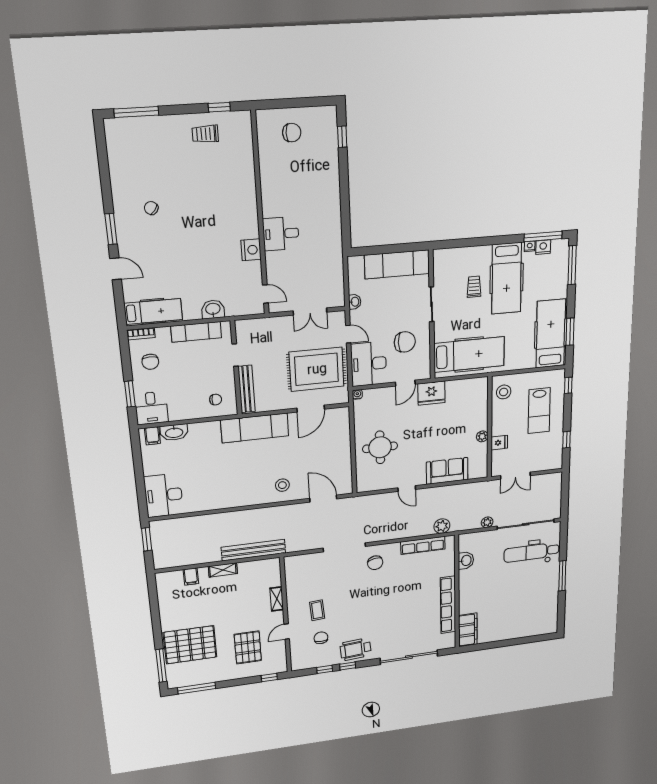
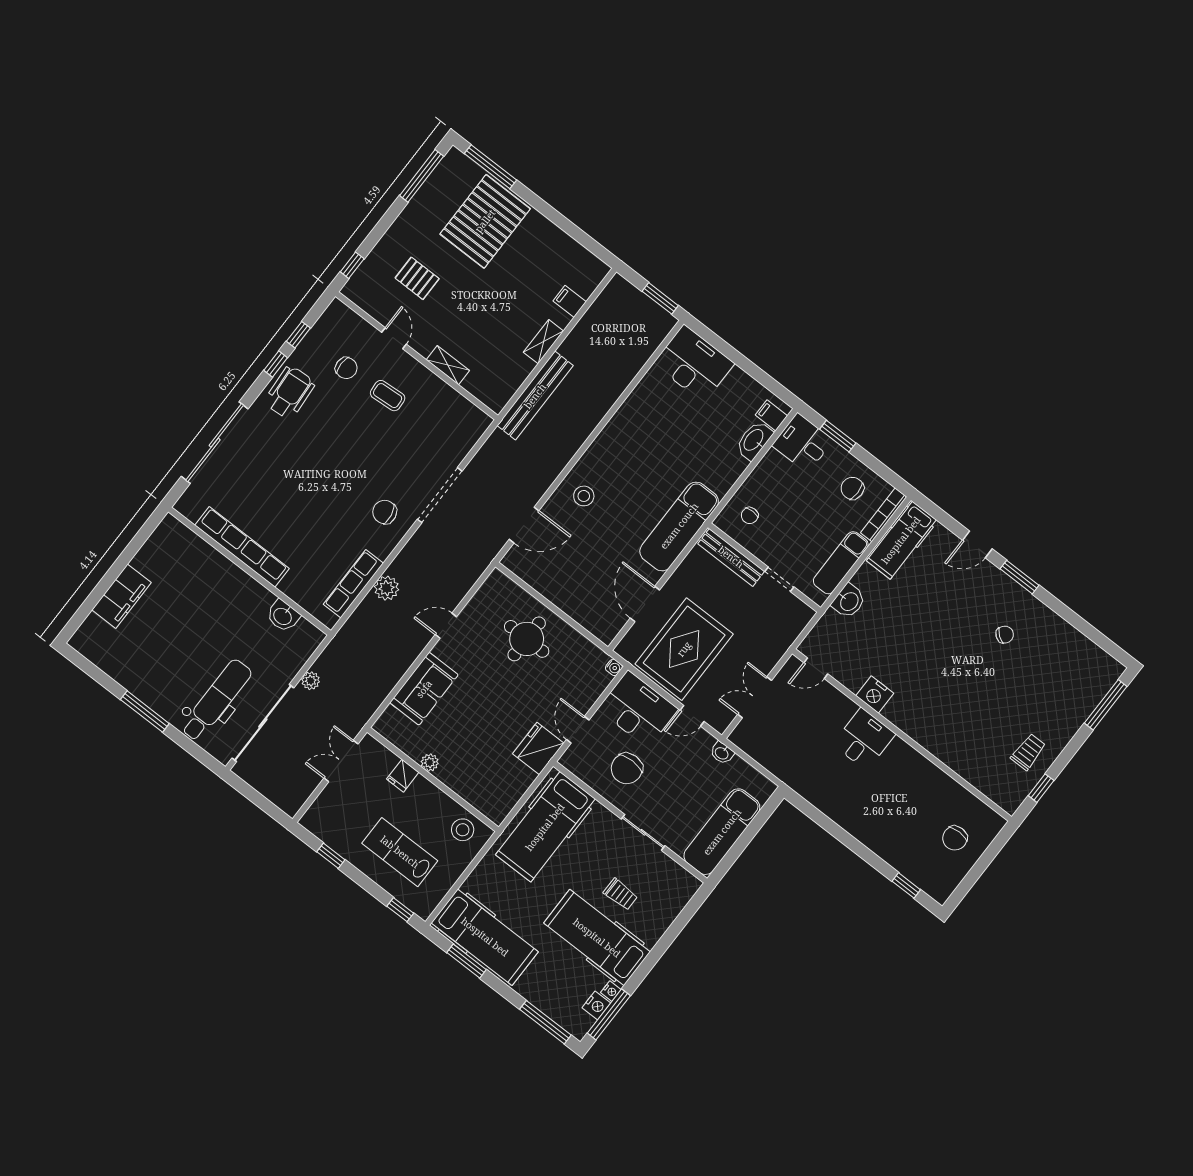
bookcase: (141, 334) -> (884, 515), width x1.56
plant: (442, 526) -> (387, 588), moved
filing cabinet: (468, 630) -> (122, 596), moved, turned -90
pallet: (248, 647) -> (417, 278), width x0.67, depth x0.71

